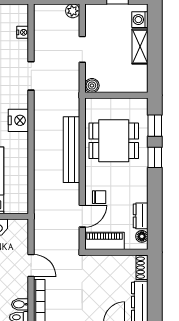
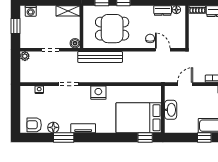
shelving: (140, 47) -> (68, 11), moved
dining table: (114, 141) -> (112, 29), turned 90
bench: (71, 150) -> (100, 57), moved
piano: (104, 241) -> (179, 35), removed
door: (31, 266) -> (185, 84), moved

